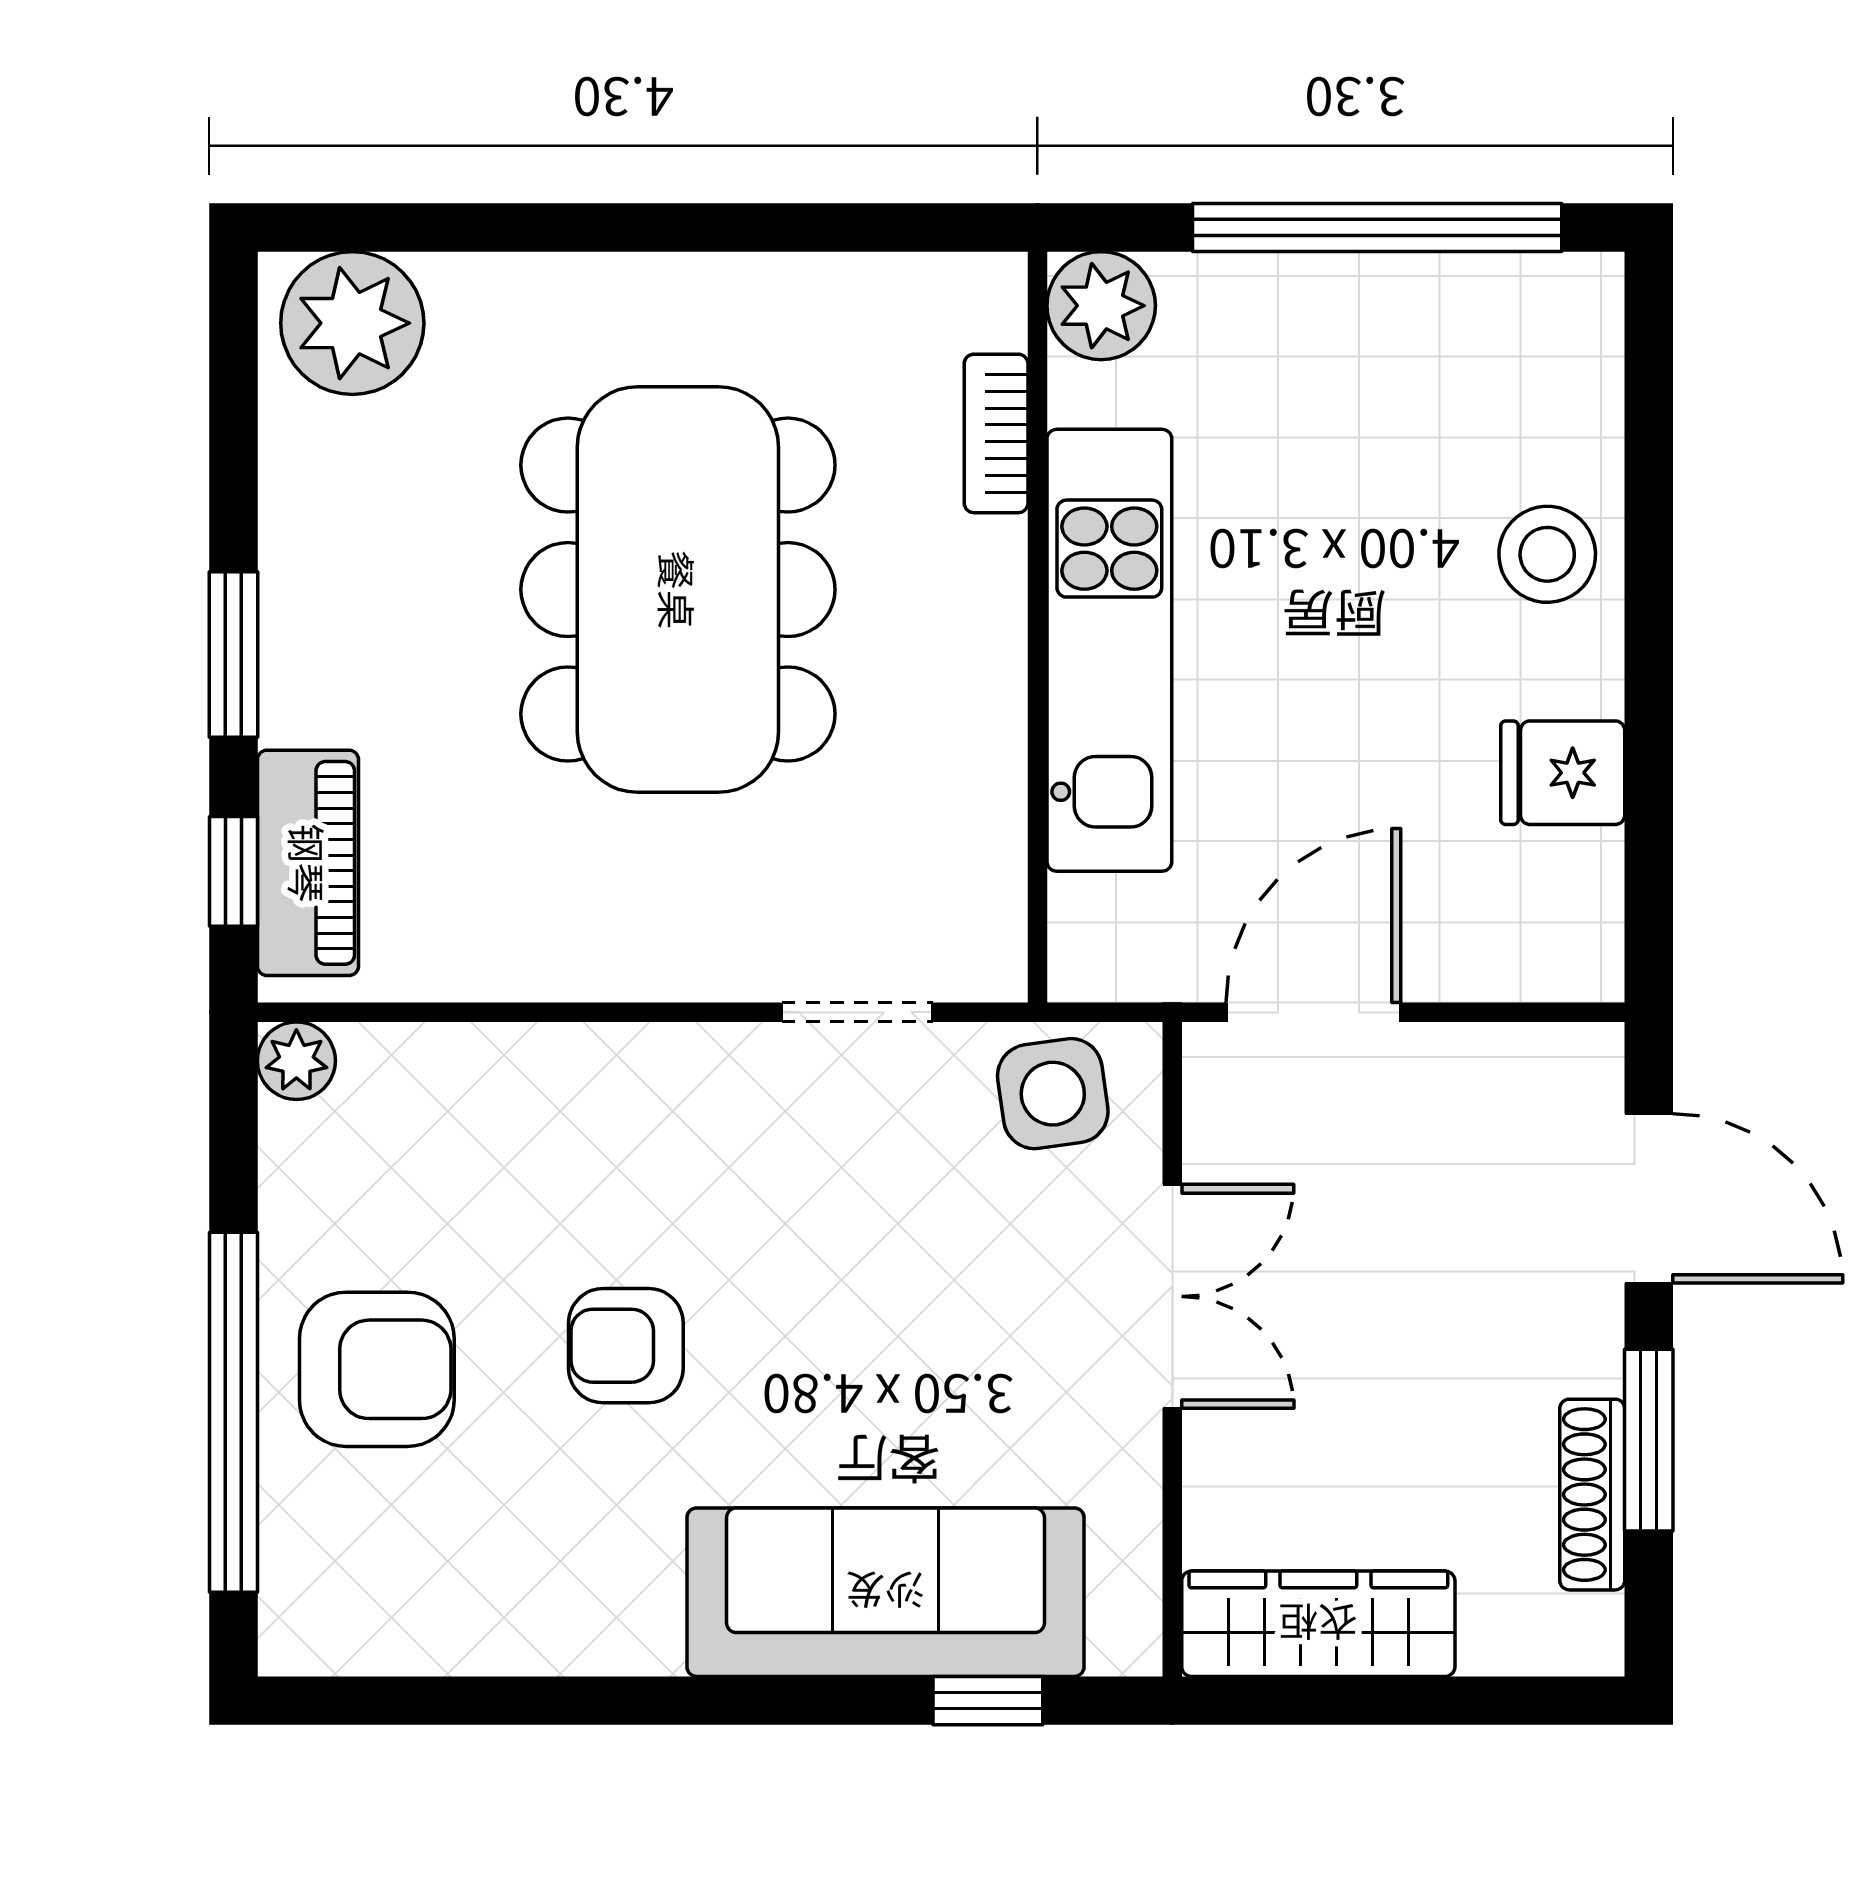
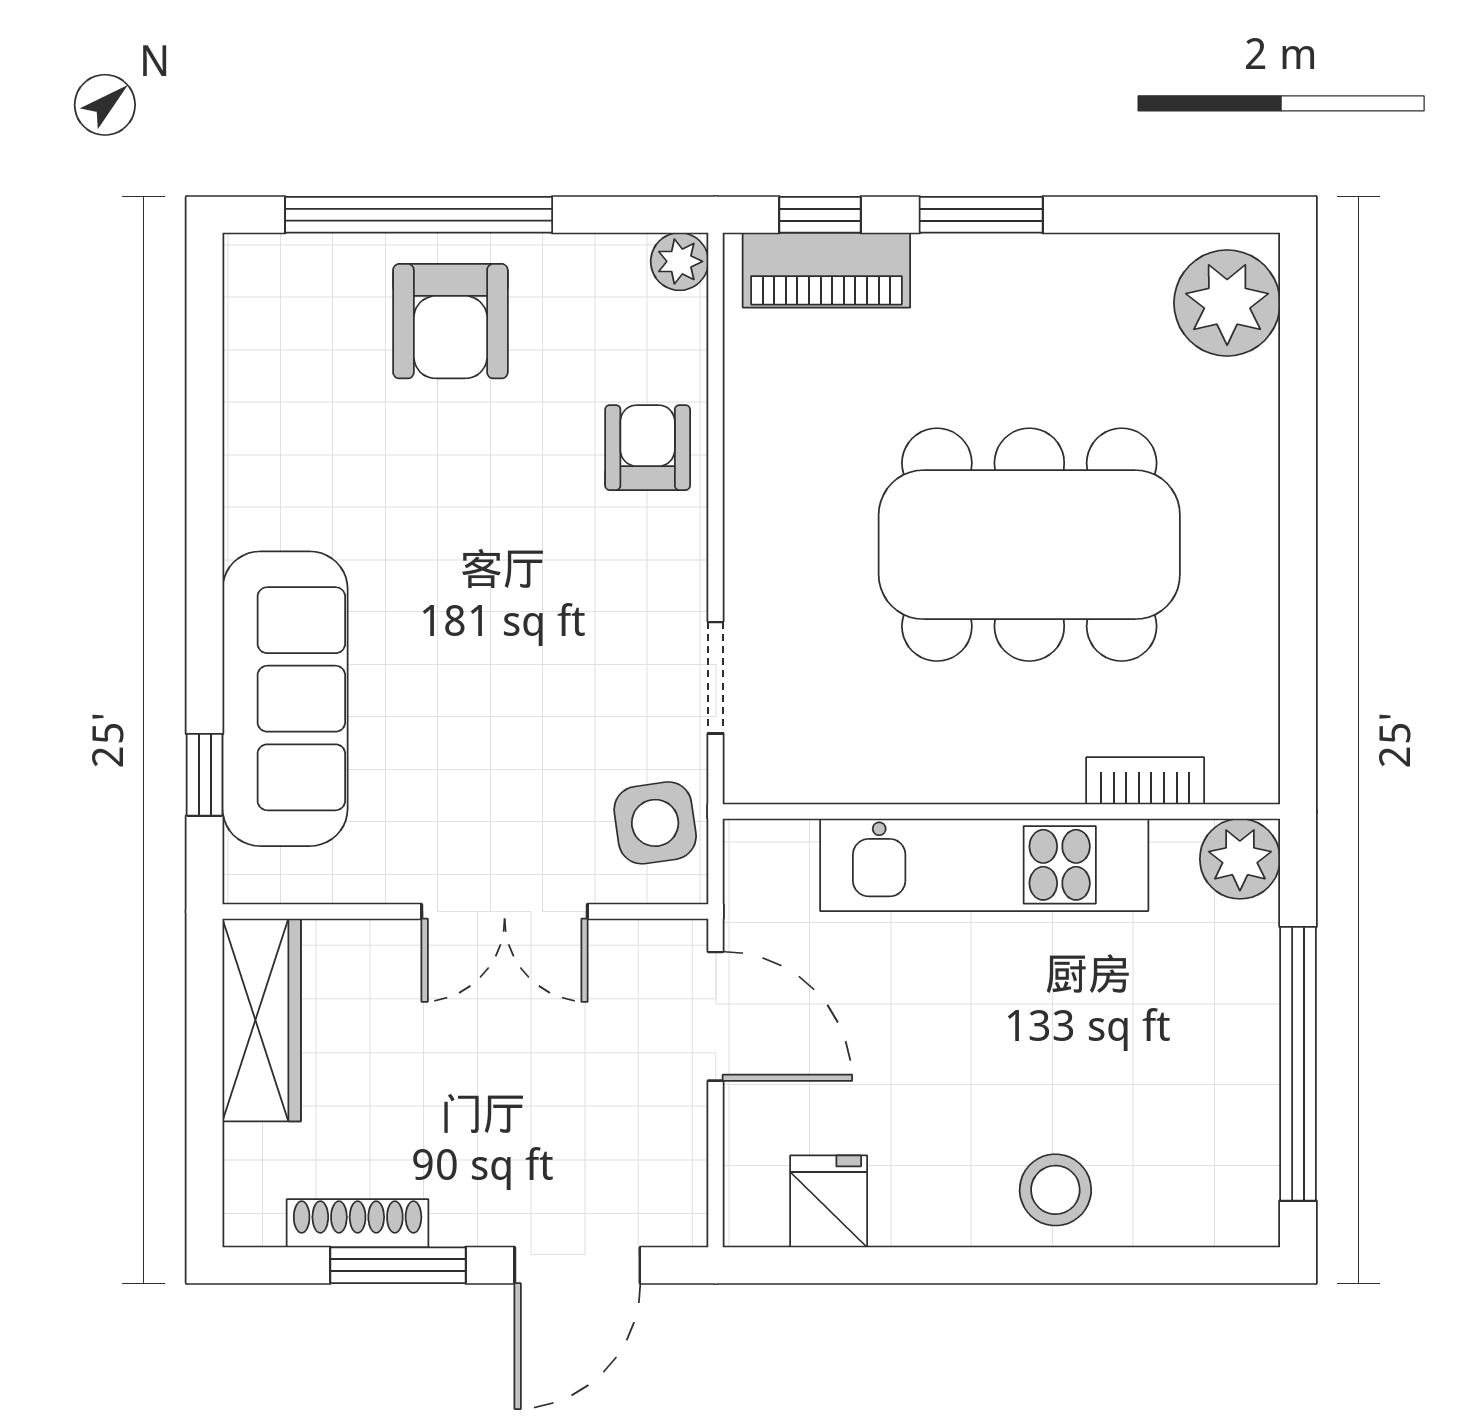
fridge: (1563, 773) -> (829, 1201), moved
armchair: (626, 1346) -> (648, 448), moved

